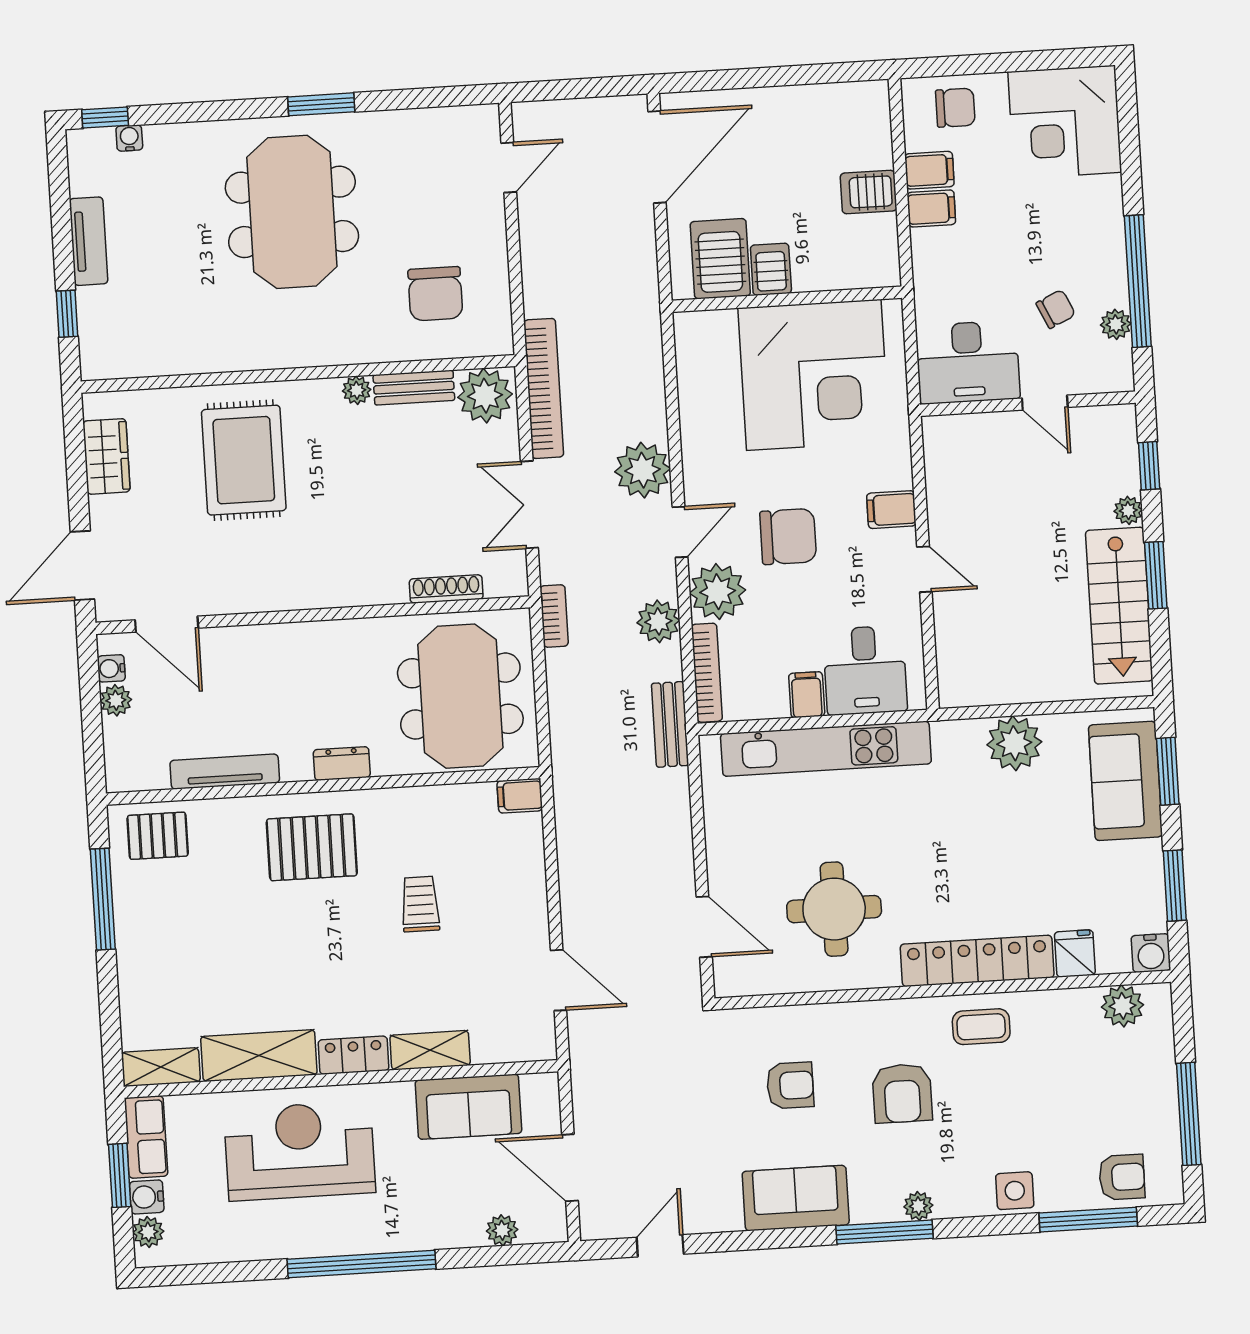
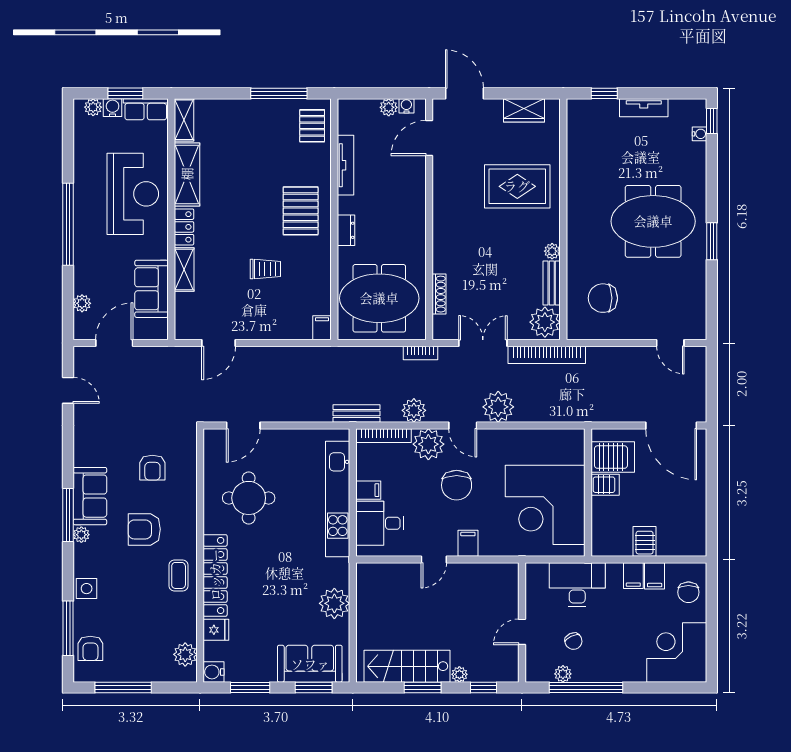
desk: (968, 362) -> (577, 585), moved, turned 90
sofa: (796, 1198) -> (90, 496), moved

